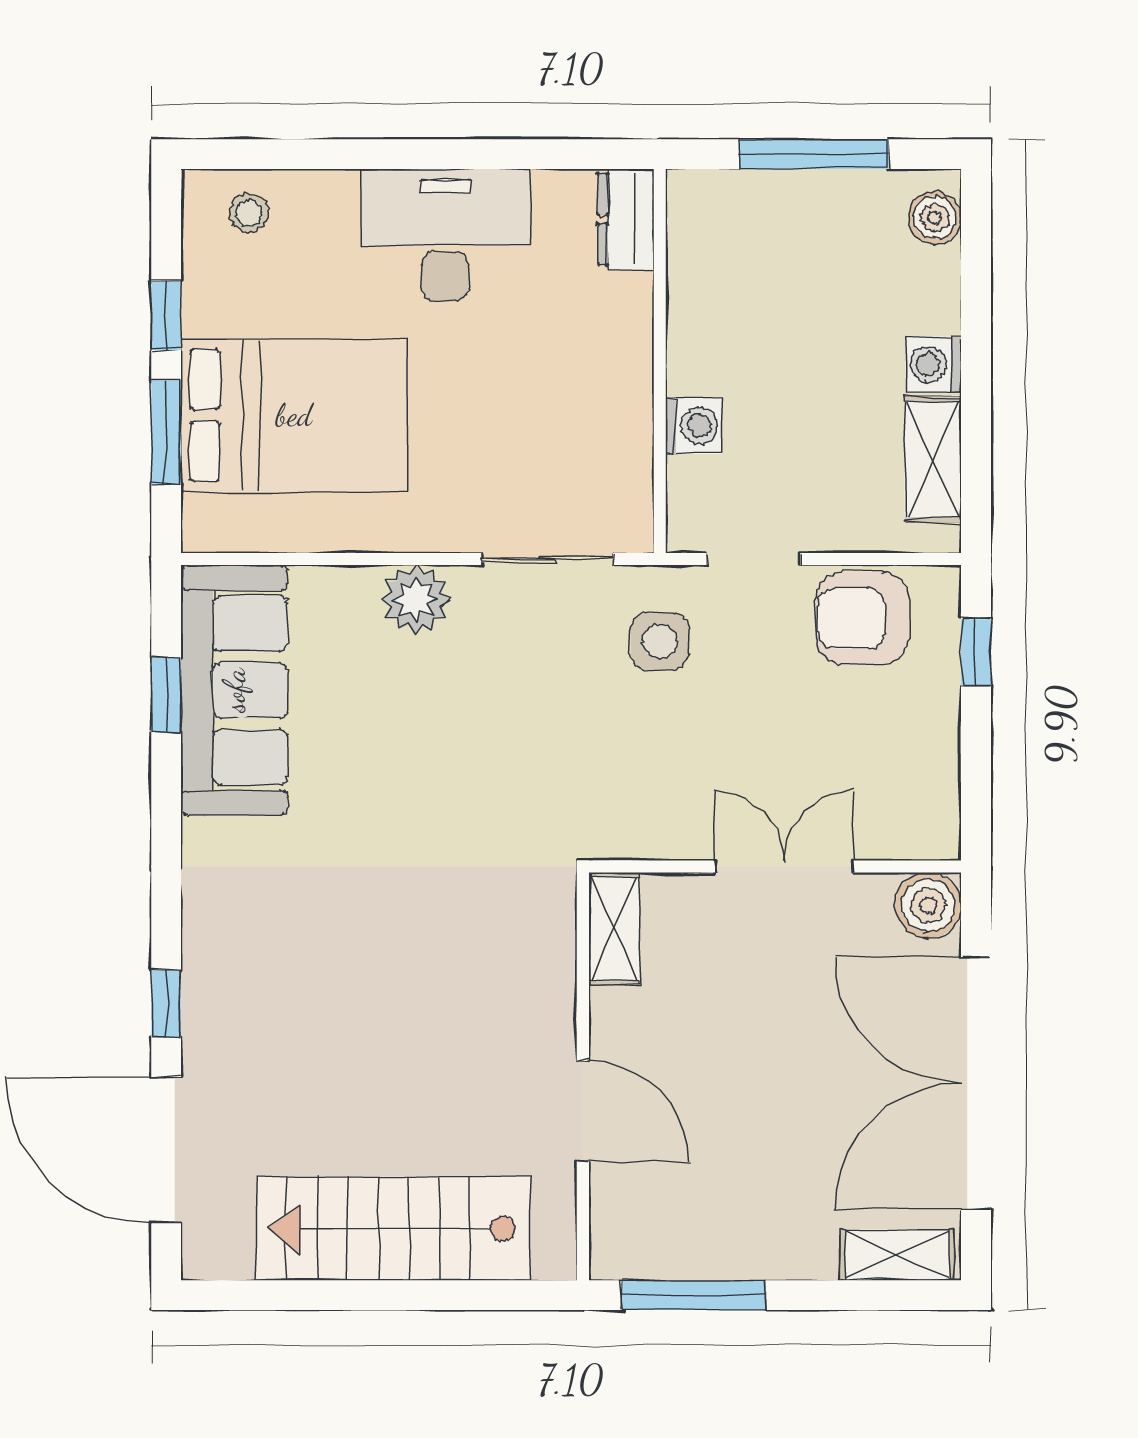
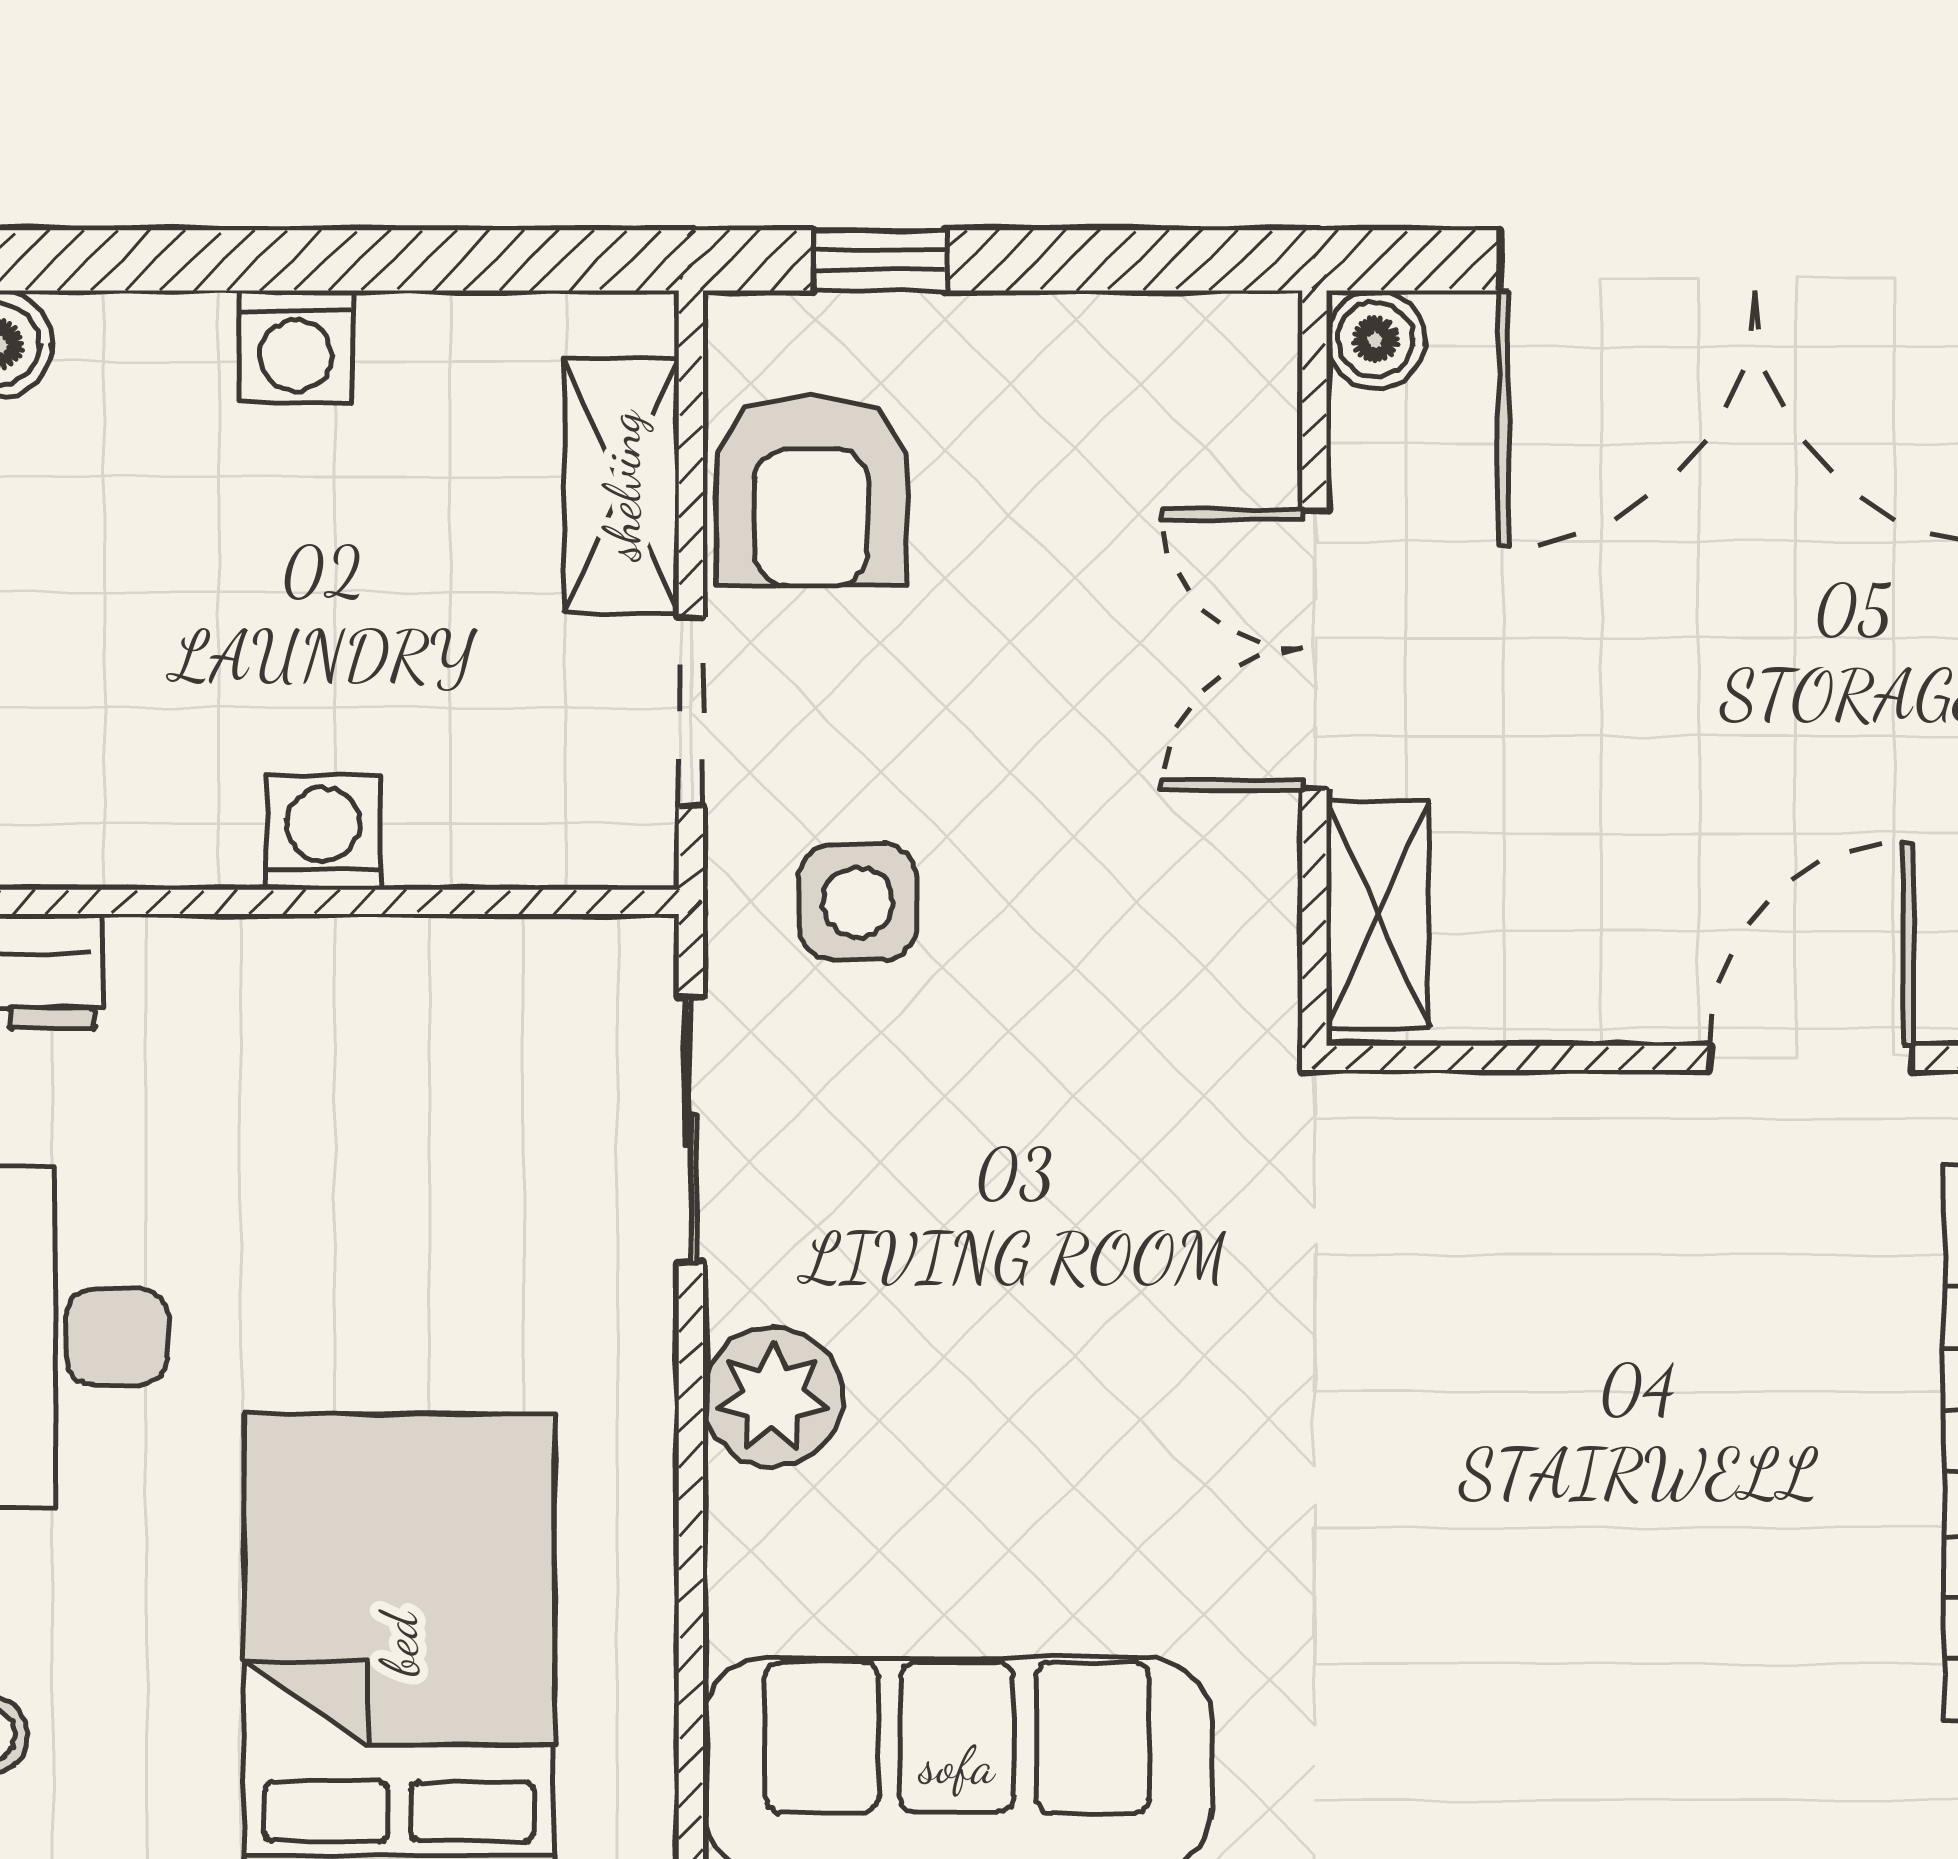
washing machine: (694, 426) -> (323, 833), moved
shelving: (933, 459) -> (622, 486), moved, turned 90
boiler: (928, 905) -> (1376, 339), width x0.73, depth x0.73
shelving: (614, 929) -> (1378, 914), moved, turned 90

